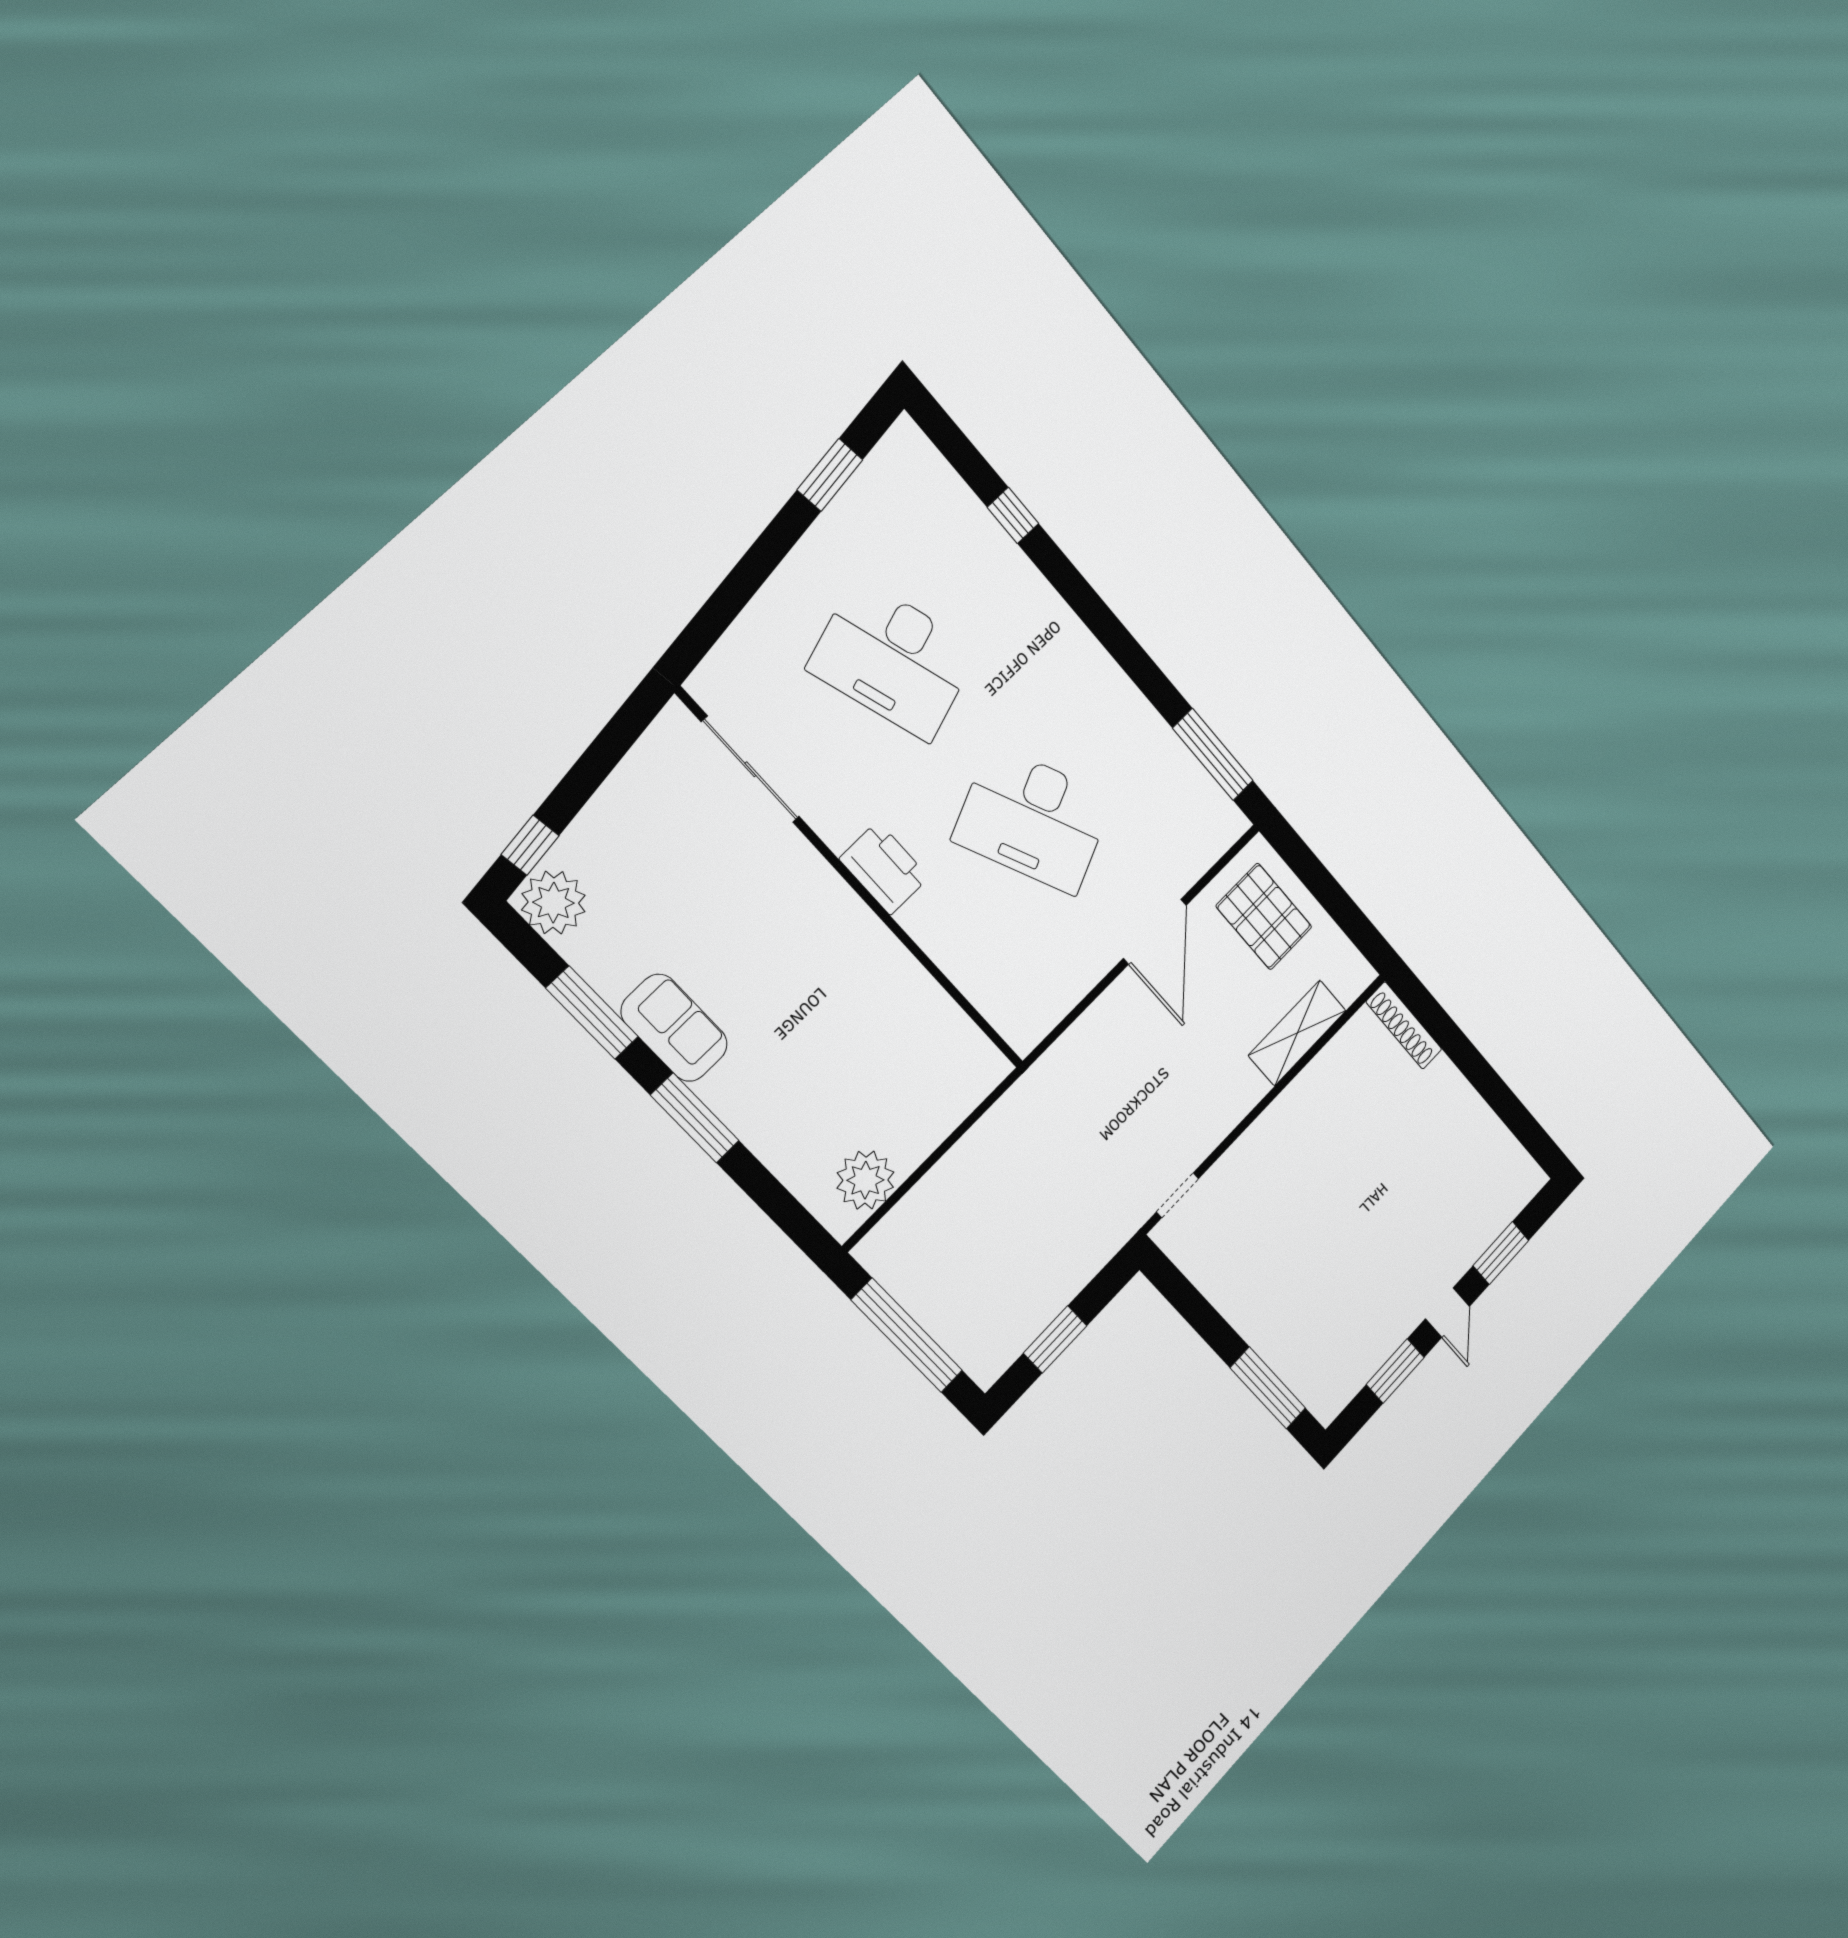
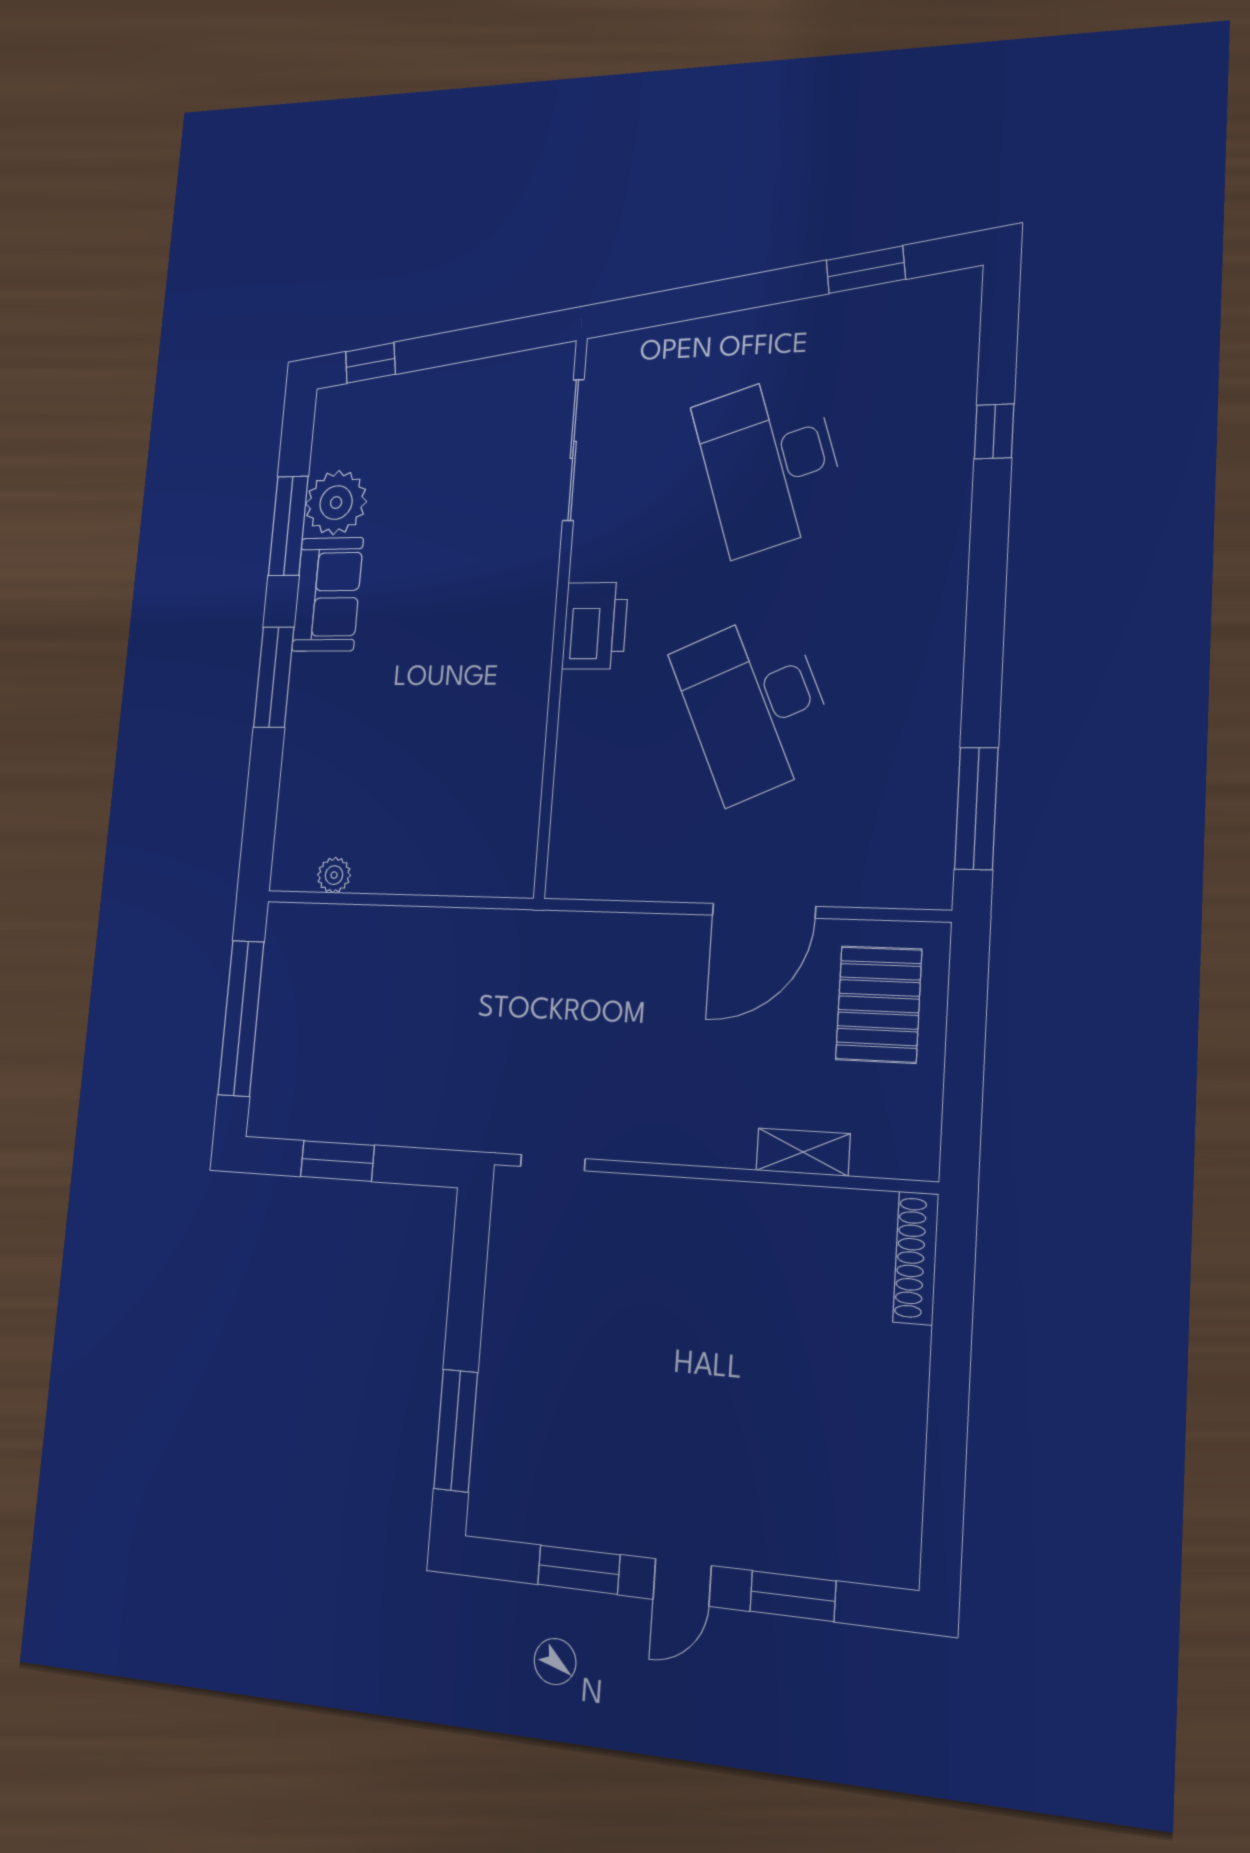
plant: (553, 903) -> (336, 503), moved
shelving: (1297, 1033) -> (803, 1152), width x0.67, depth x0.75
plant: (865, 1180) -> (334, 875), width x0.53, depth x0.53

